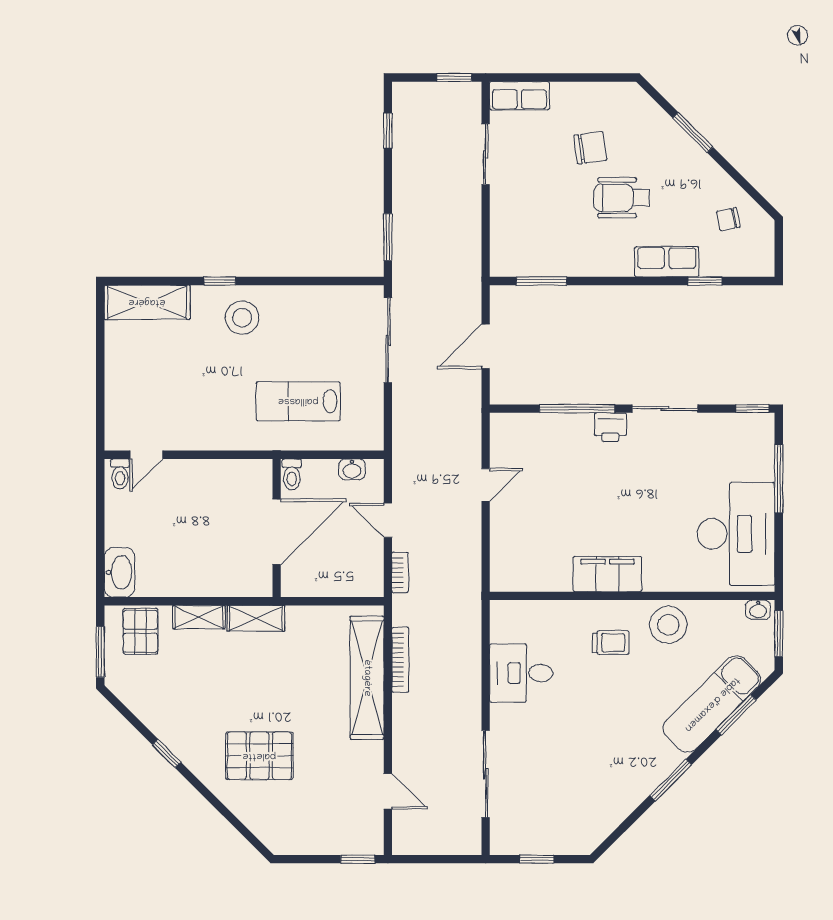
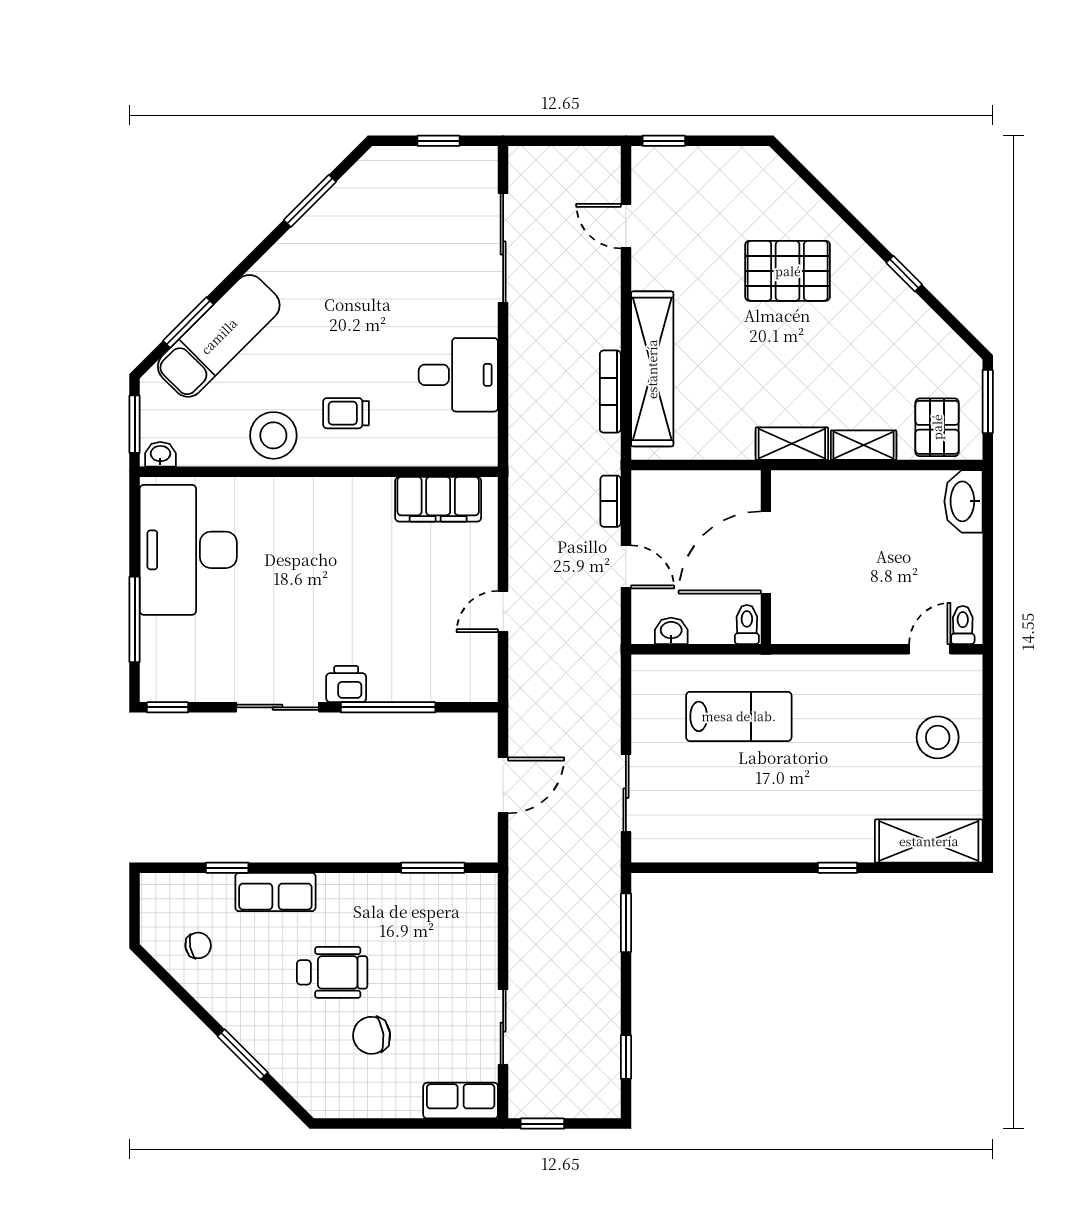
stool: (242, 318) -> (938, 737), moved
sliding door: (388, 340) -> (626, 793), width x0.73
filing cabinet: (607, 574) -> (438, 499), moved
window: (671, 780) -> (310, 201), moved

